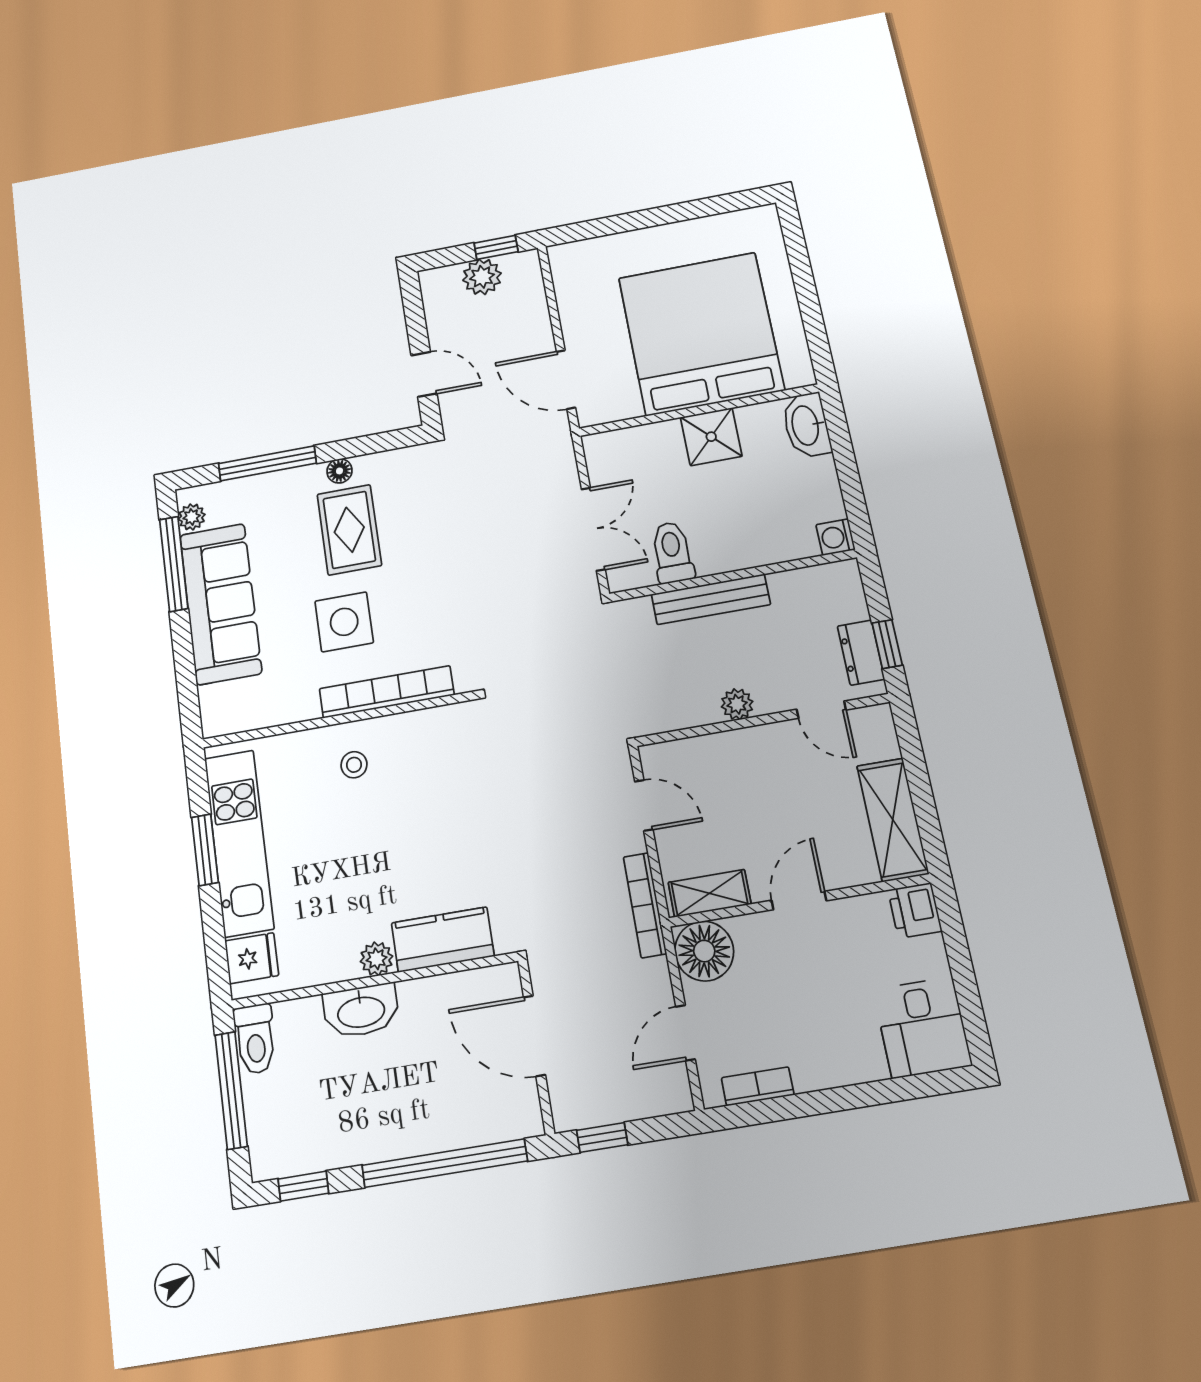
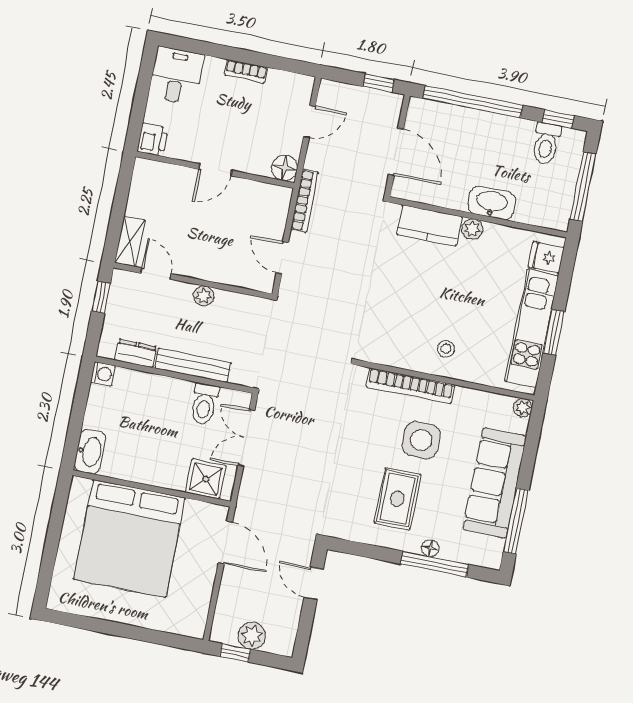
shower: (711, 437) -> (206, 479), moved
floor lamp: (340, 471) -> (430, 548), moved
plant: (192, 517) -> (523, 408), moved
dresser: (861, 653) -> (136, 353), moved, turned -90
shelving: (893, 820) -> (130, 241), moved, width x0.67, depth x0.75
shelving: (710, 893) -> (265, 193), removed
floor lamp: (704, 951) -> (285, 168), width x0.73, depth x0.73
toilet: (255, 1039) -> (546, 143), moved, turned 180
bookcase: (758, 1086) -> (246, 71), moved

